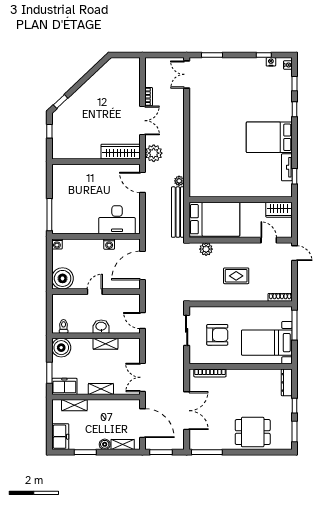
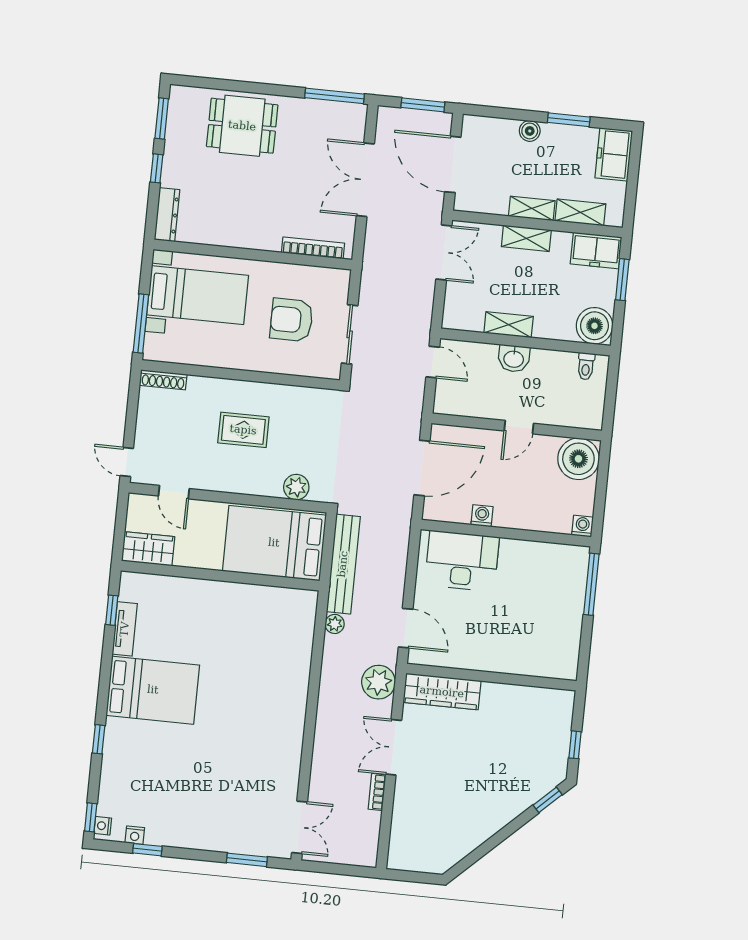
window: (294, 84) -> (91, 817), moved
shelving: (123, 444) -> (532, 208), moved

